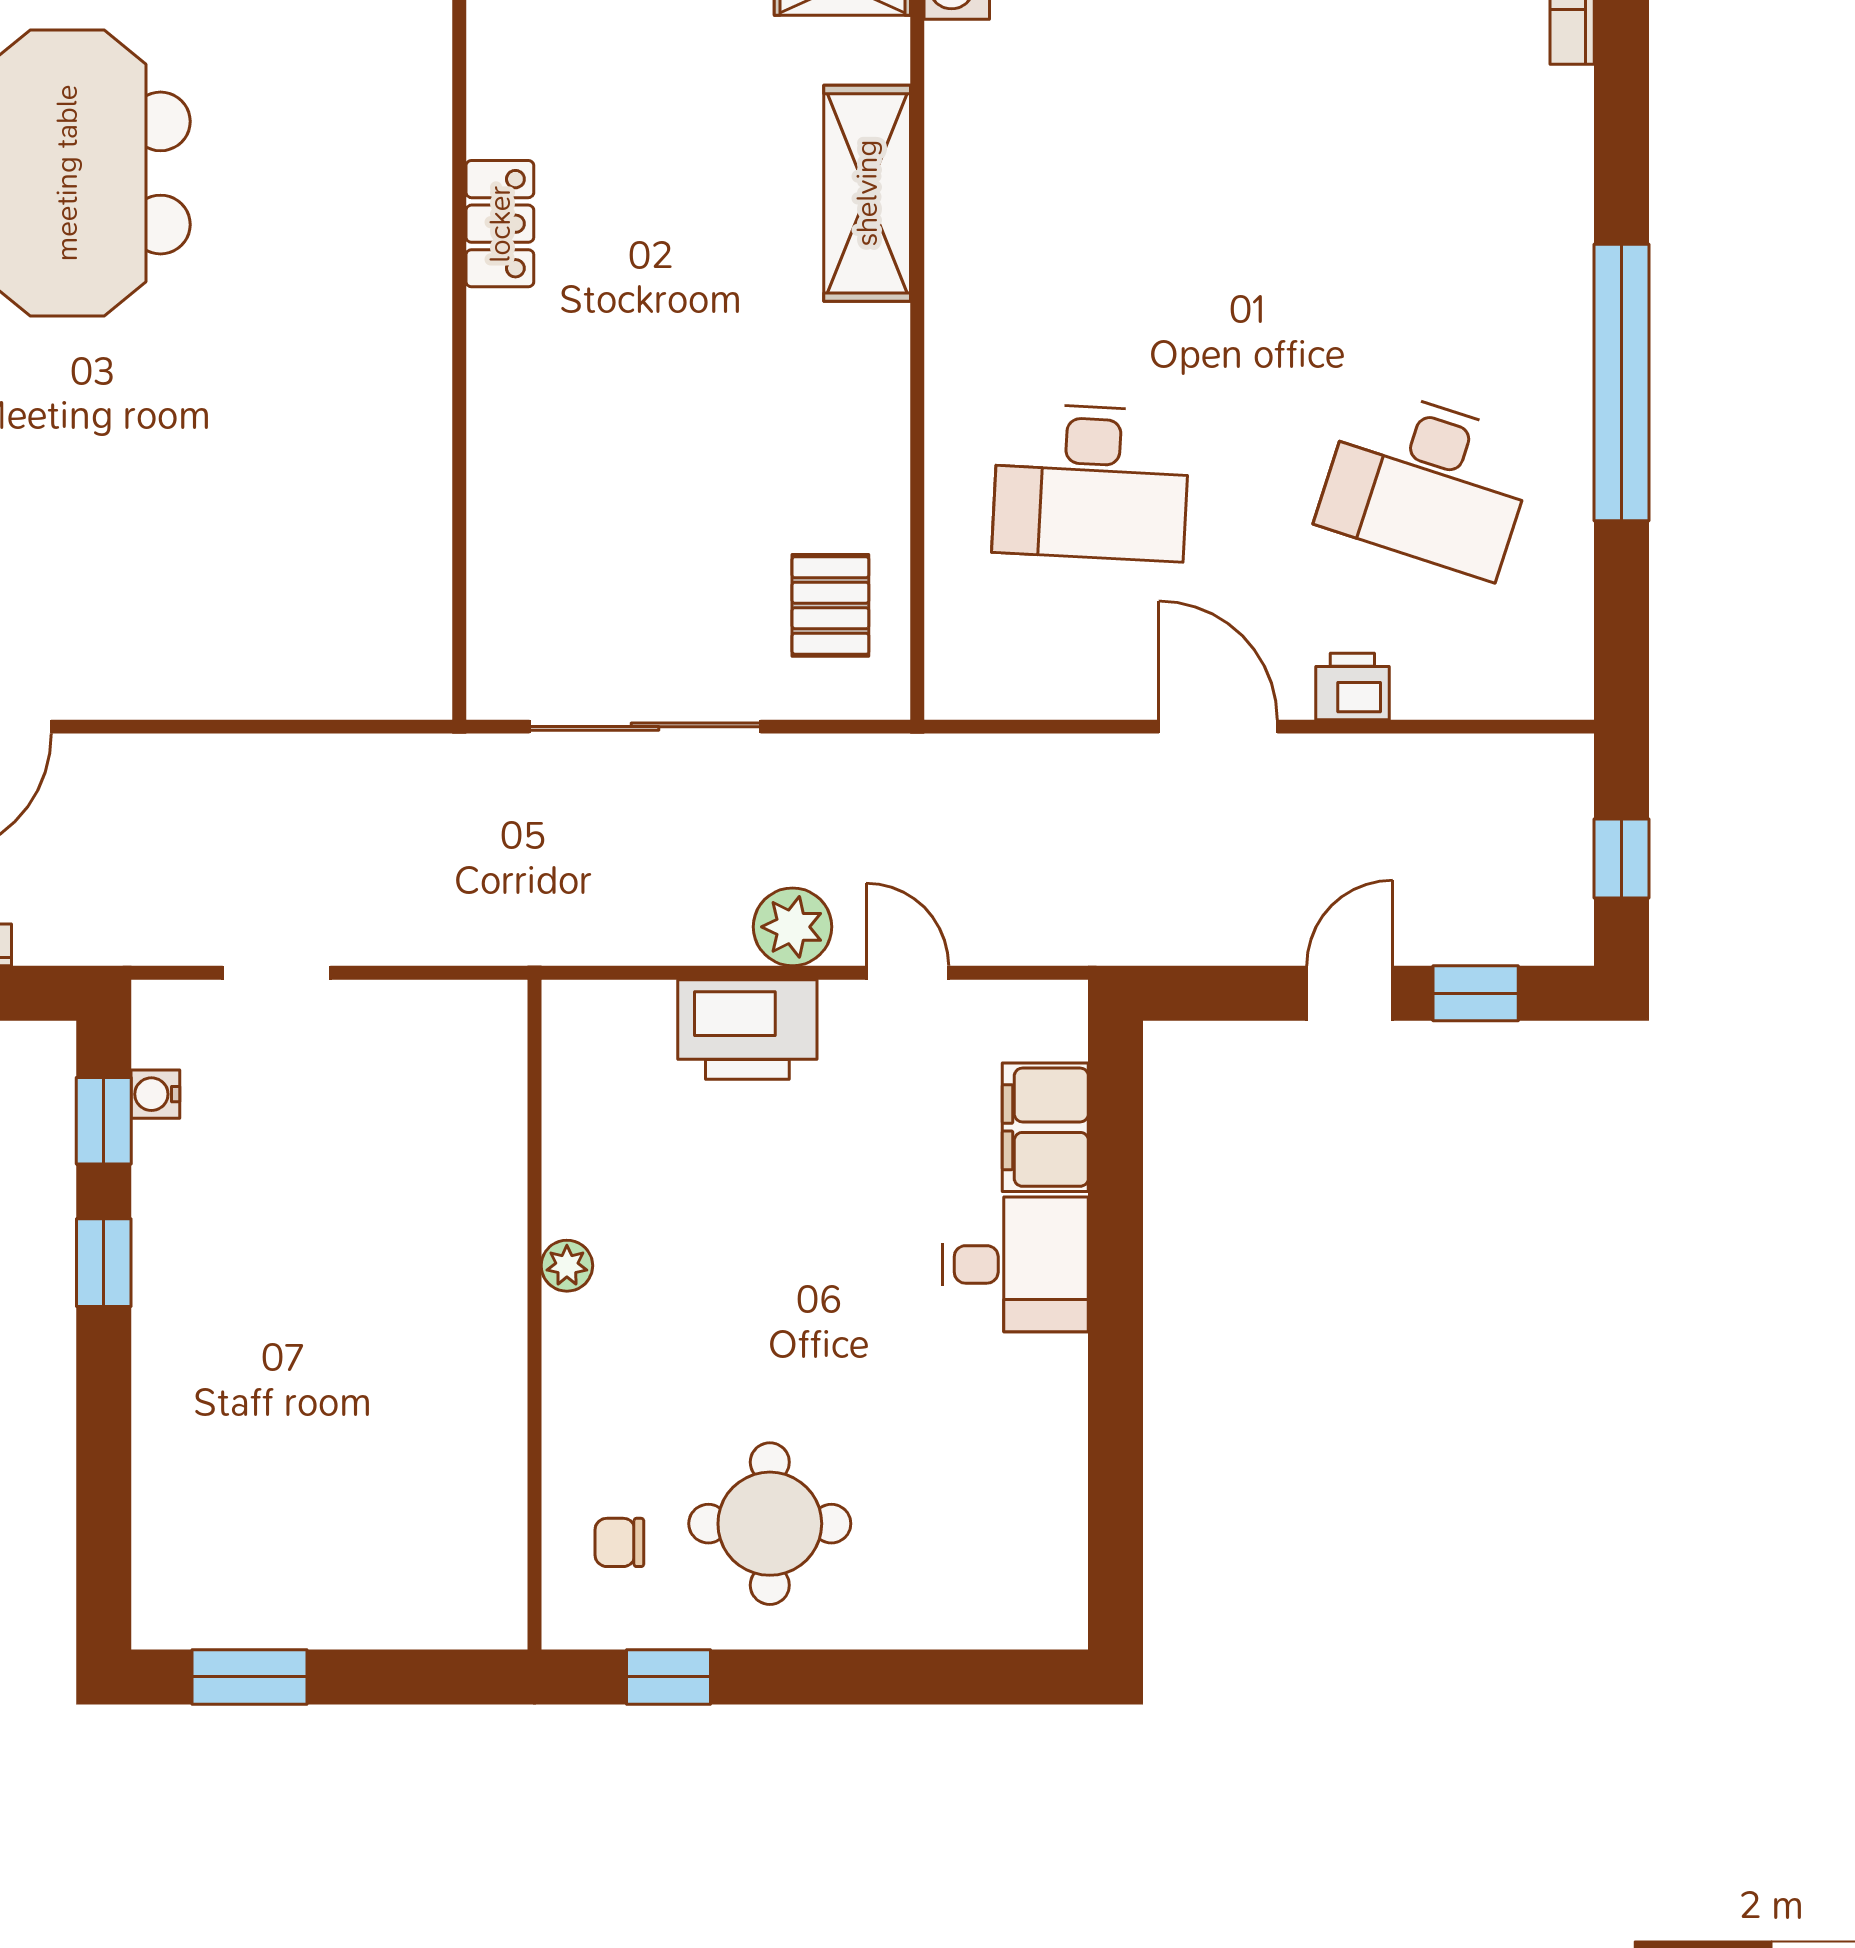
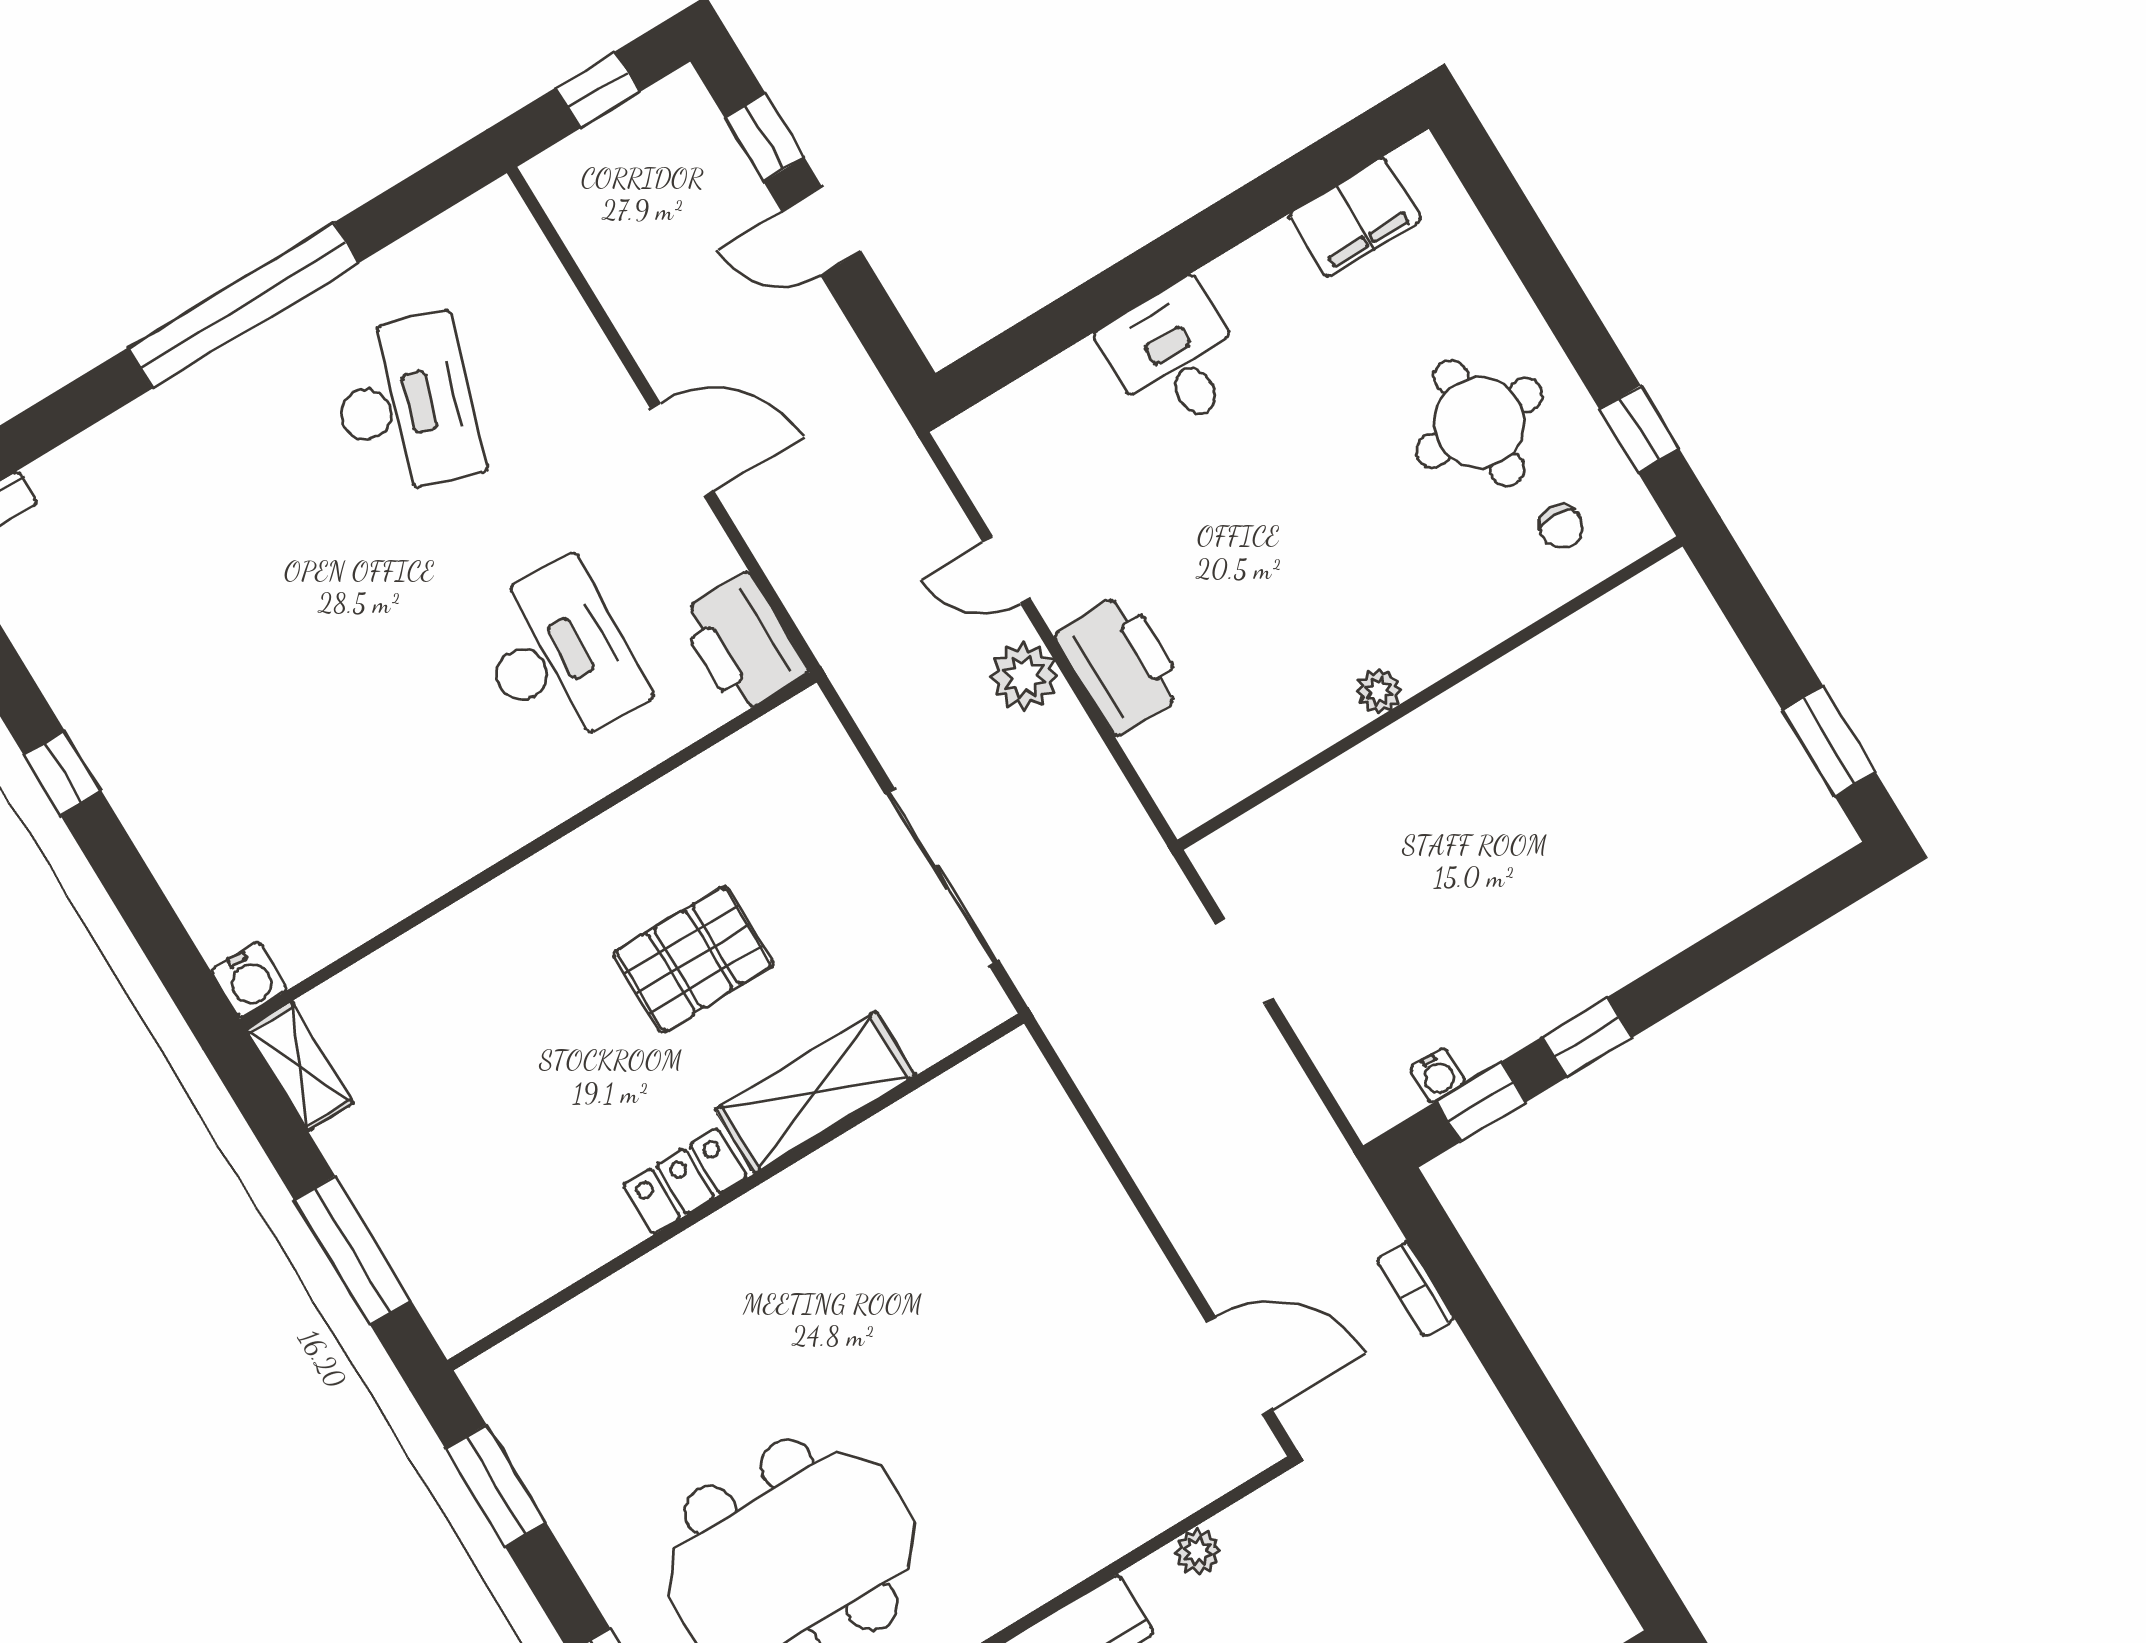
shelving: (867, 193) -> (815, 1092), moved
locker: (500, 224) -> (685, 1181), moved
pallet: (830, 605) -> (693, 959), moved, width x1.50, depth x1.42
printer: (1352, 686) -> (743, 643), moved, width x1.87, depth x1.48
door: (1218, 727) -> (682, 450), swing flipped
doorway: (276, 973) -> (1245, 962), moved
door: (907, 973) -> (1006, 570), hinge flipped
filing cabinet: (1045, 1127) -> (1355, 217), moved

